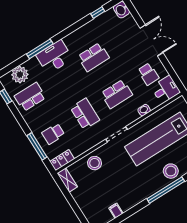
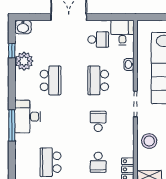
plant: (20, 75) -> (24, 61), moved
school desk: (117, 94) -> (98, 80), turned 180
school desk: (85, 114) -> (98, 121), width x0.54

